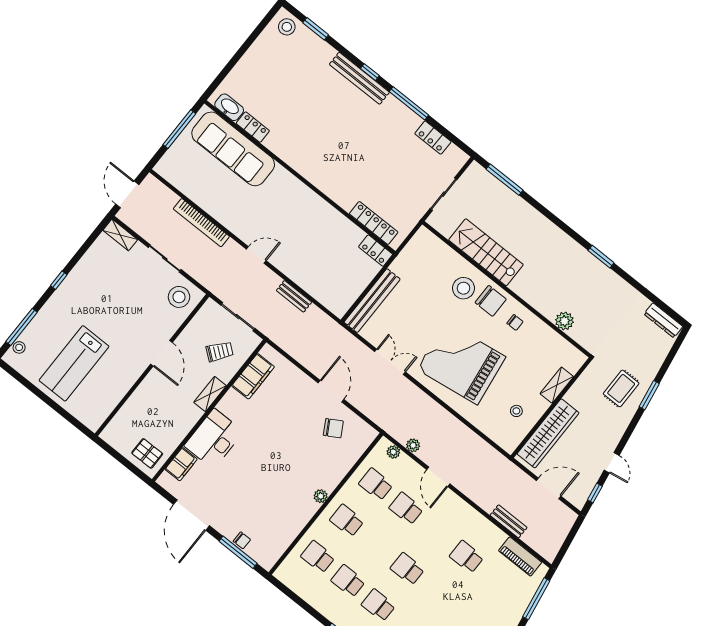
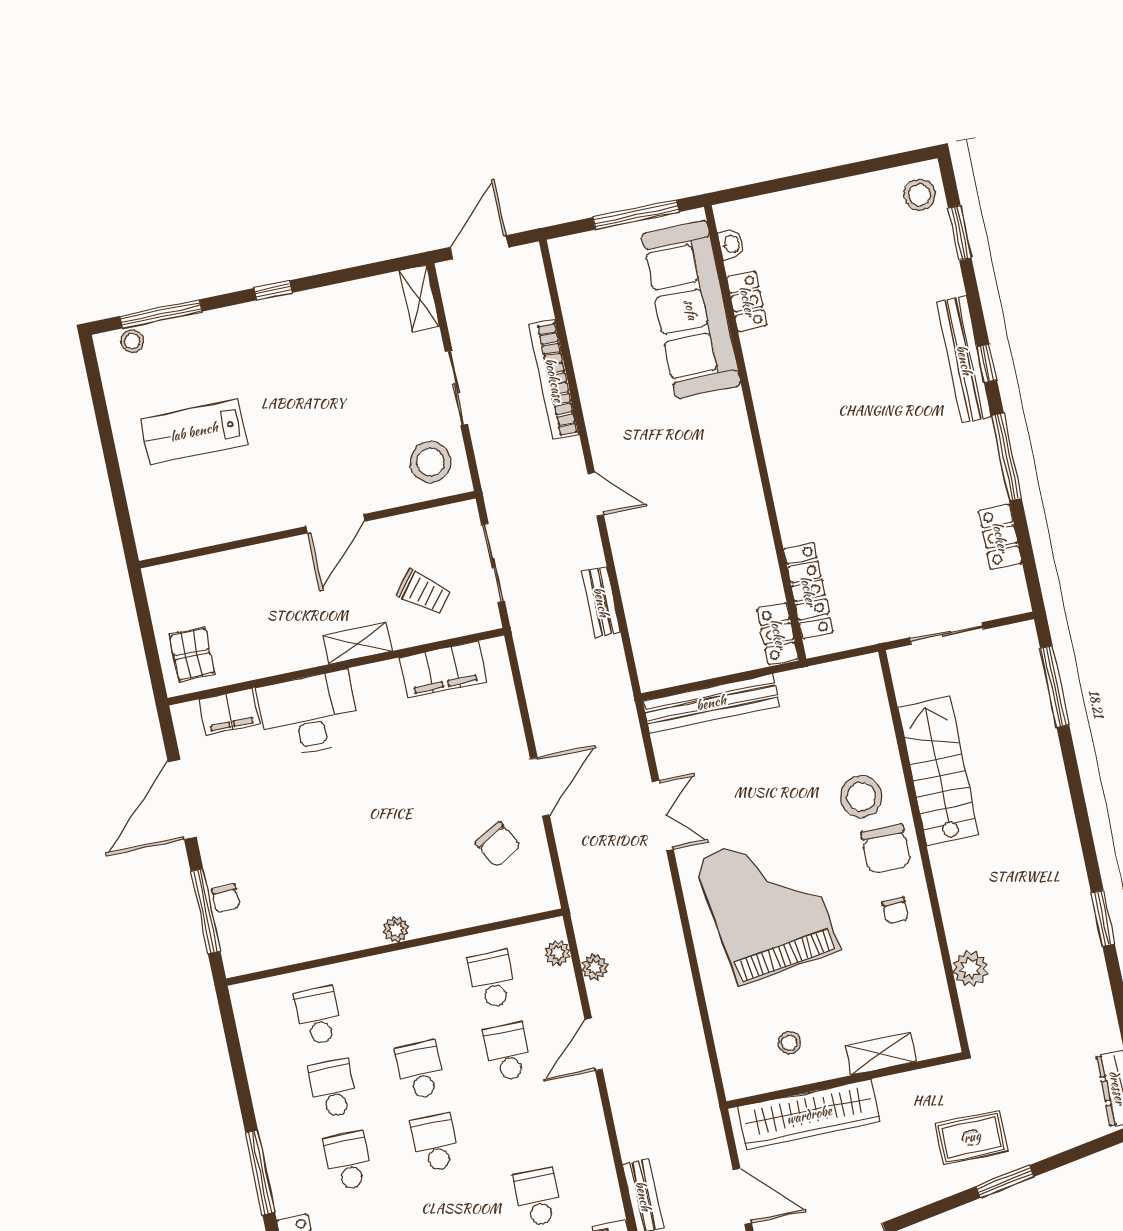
washbasin: (229, 107) -> (731, 244), width x0.52, depth x0.69
lab bench: (74, 363) -> (194, 432), width x0.73, depth x0.72
school desk: (347, 521) -> (420, 1070), moved

